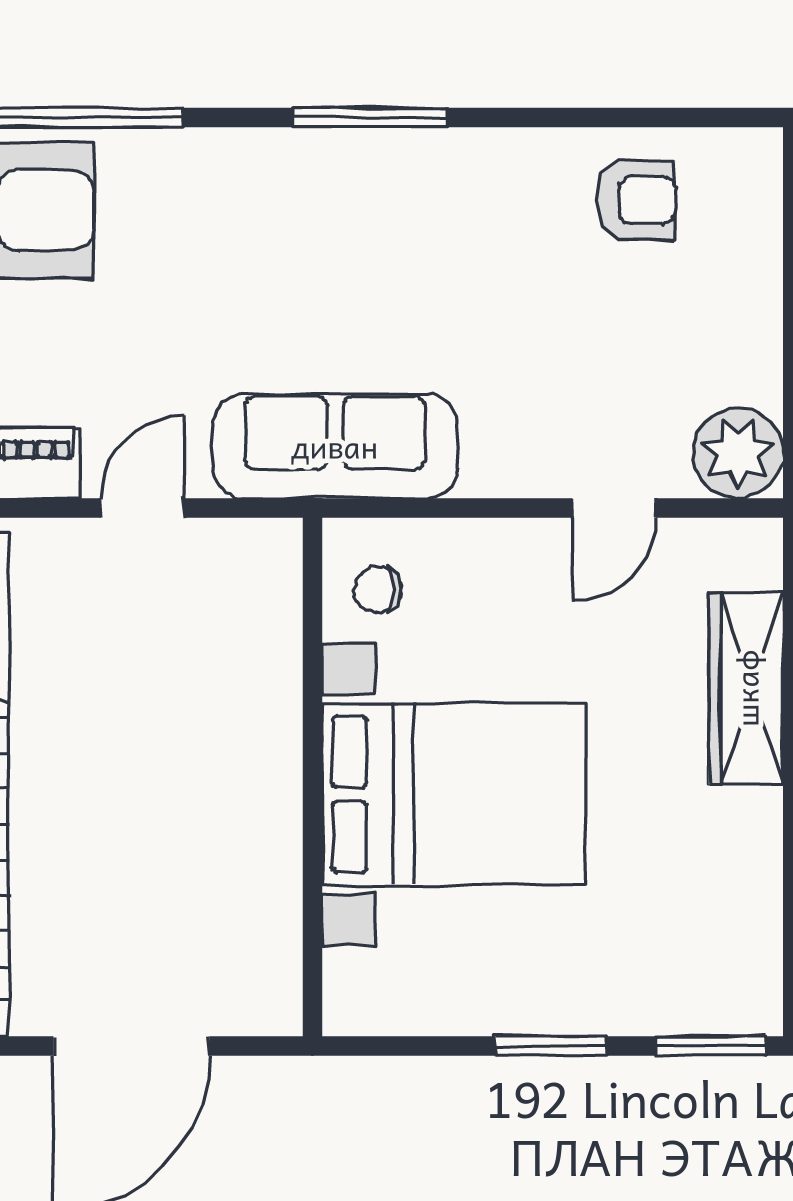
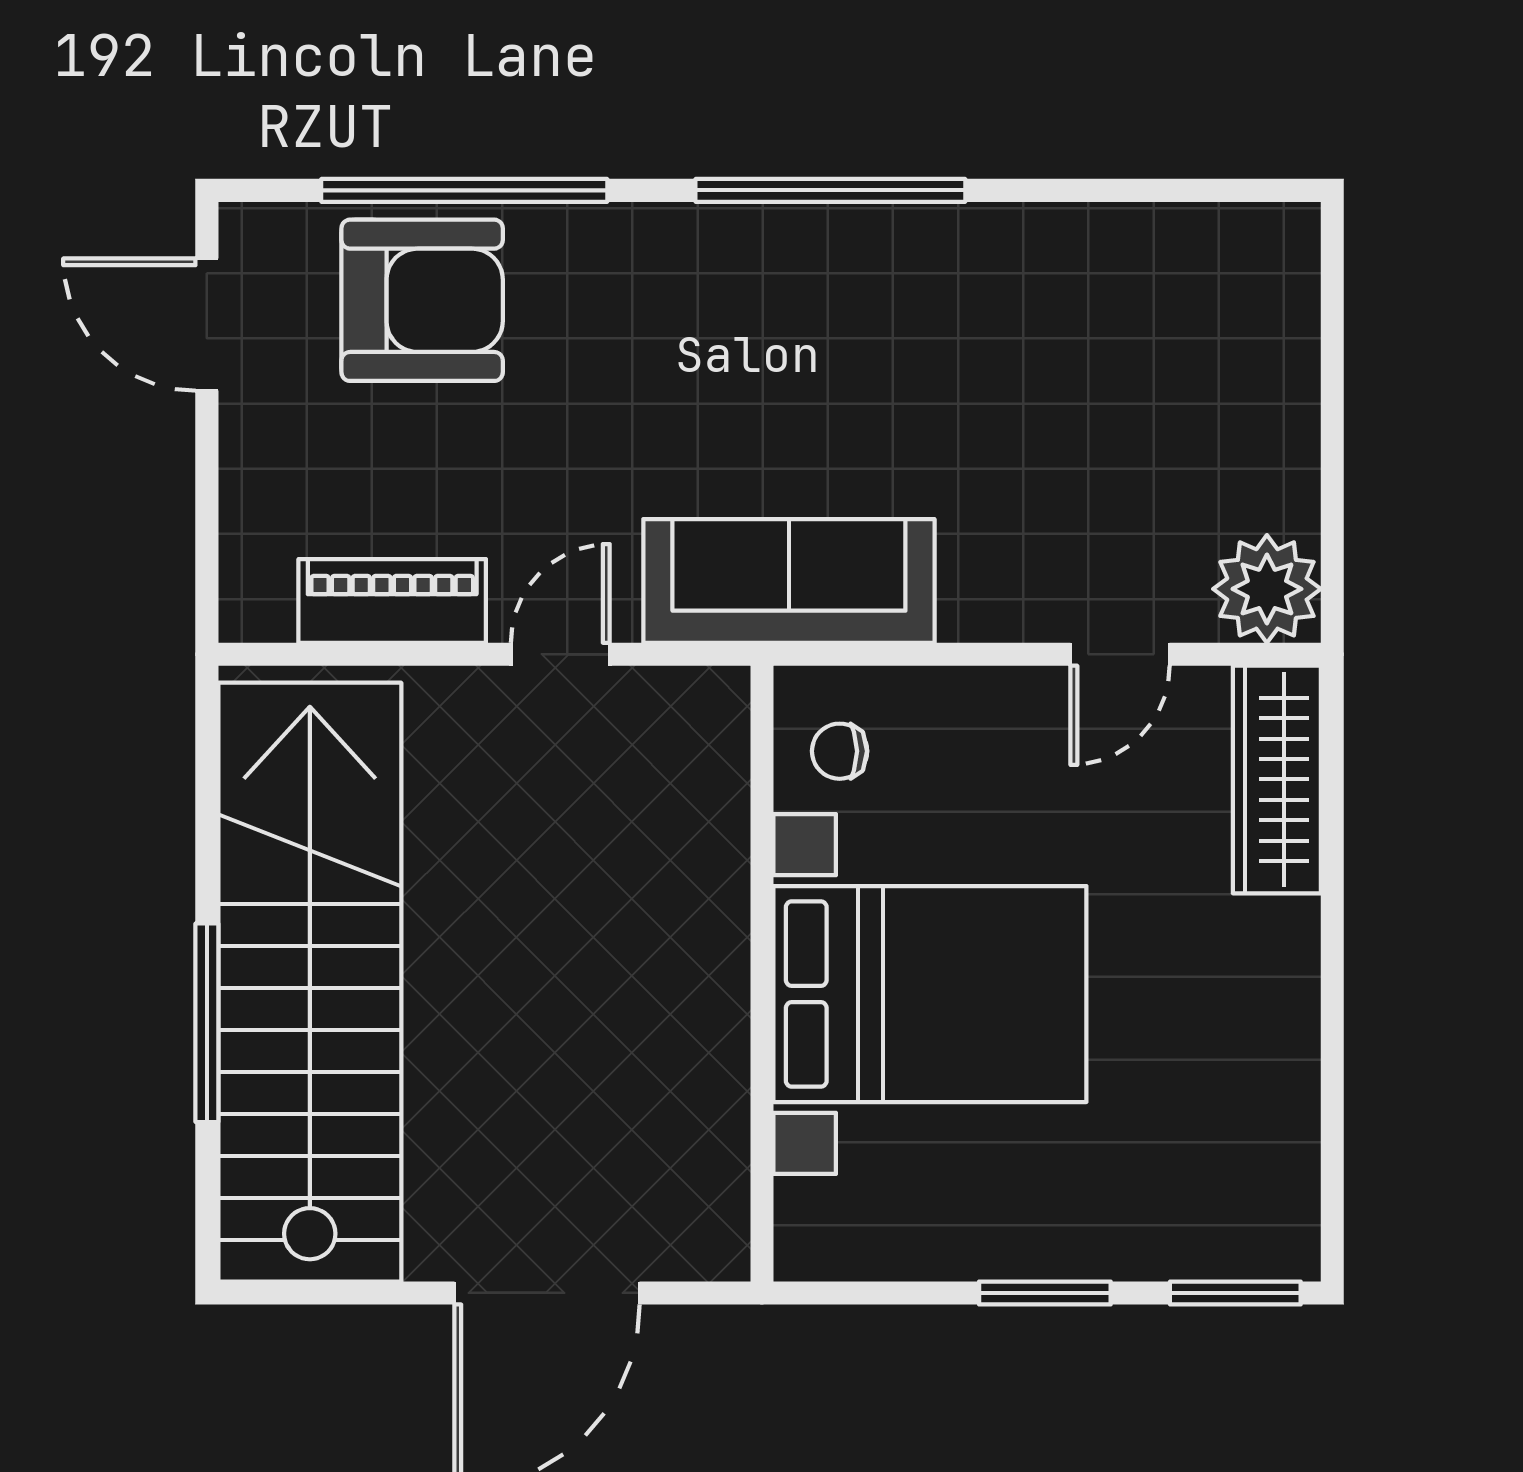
window: (370, 117) -> (830, 190), width x1.46
armchair: (636, 200) -> (1146, 289), removed
wardrobe: (746, 688) -> (1277, 779), moved

